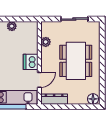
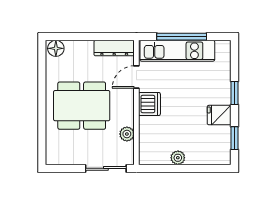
sliding door: (74, 19) -> (106, 168), moved
dining table: (76, 61) -> (82, 106), turned 90

